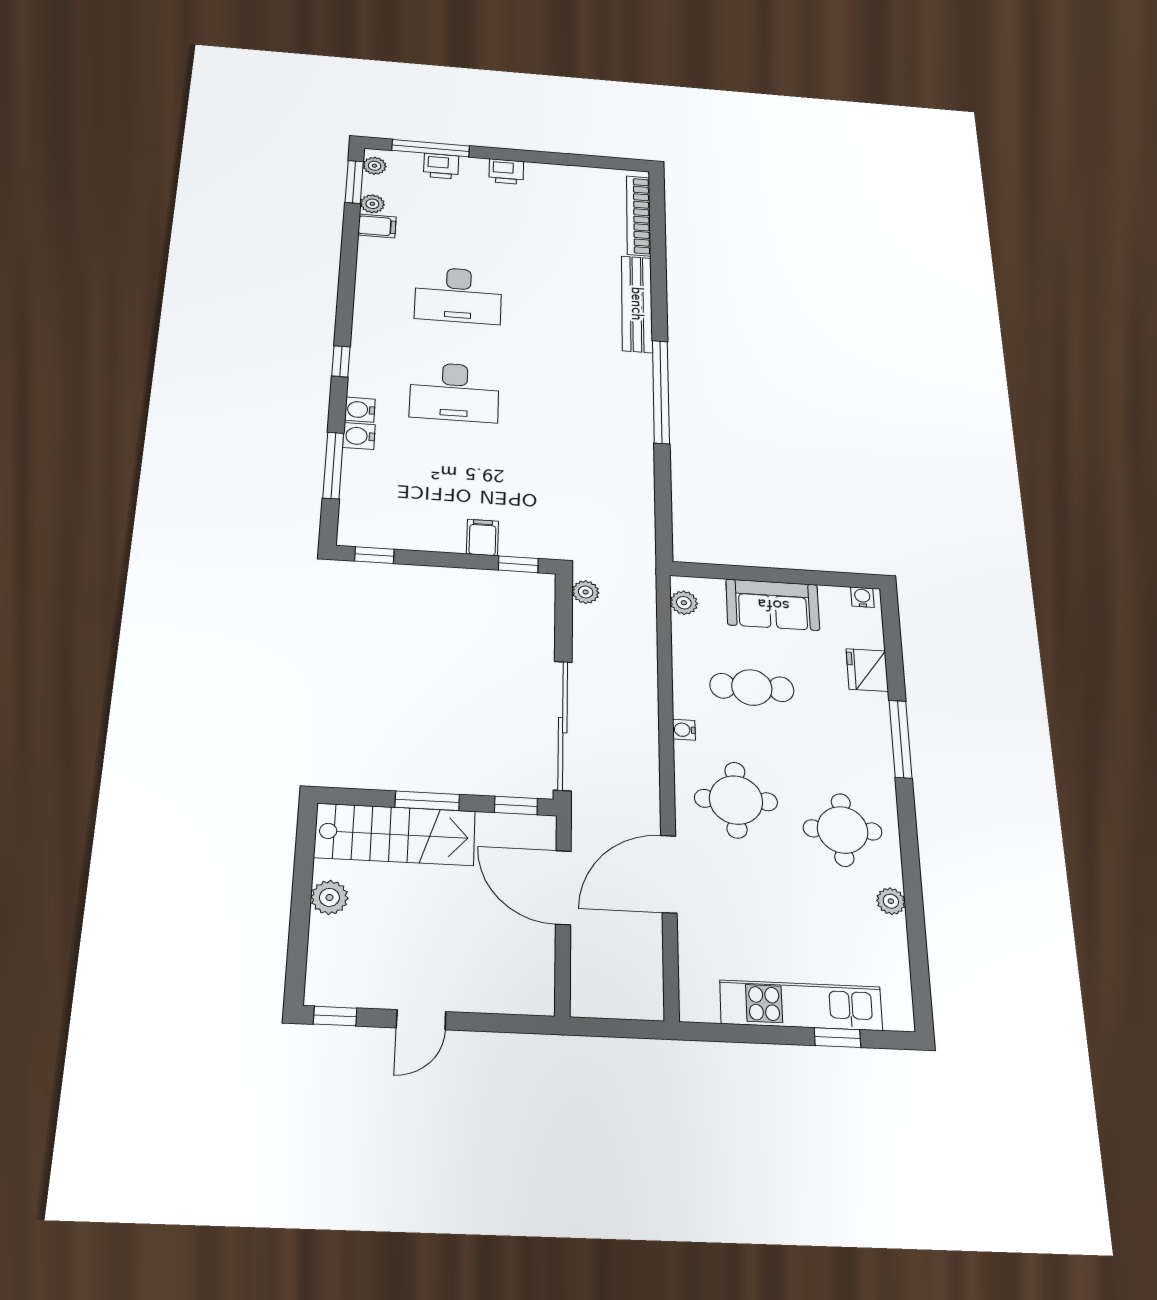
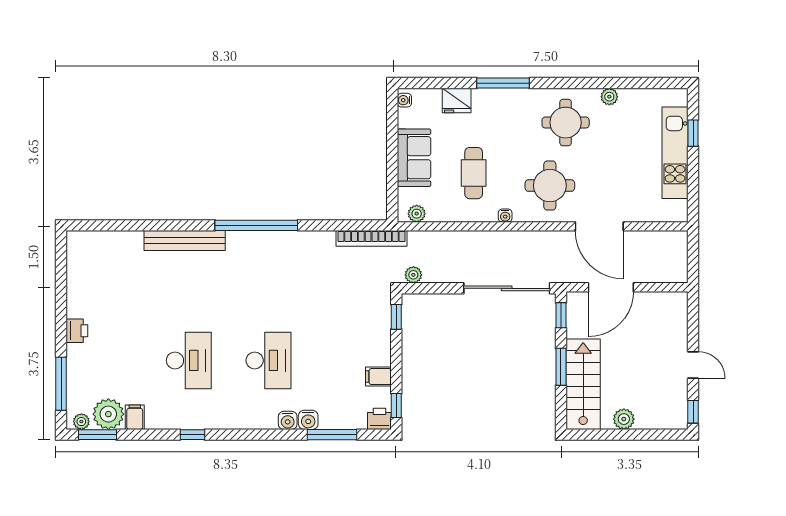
printer: (441, 166) -> (379, 419), moved, turned -90
plant: (372, 204) -> (108, 414), width x1.87, depth x1.87
bookcase: (639, 216) -> (372, 238), moved
window: (341, 361) -> (192, 435), moved
filing cabinet: (483, 537) -> (378, 377), moved

